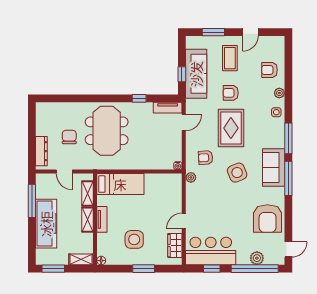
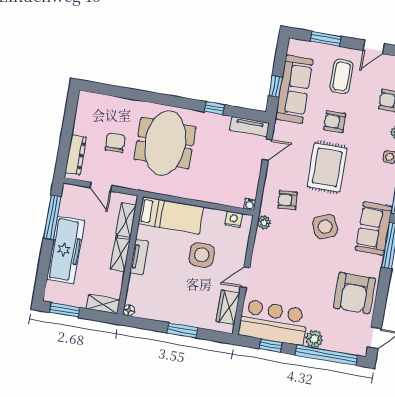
nightstand: (168, 179) -> (234, 219), added
side table: (134, 239) -> (202, 255), moved
plant: (257, 258) -> (314, 339), moved

